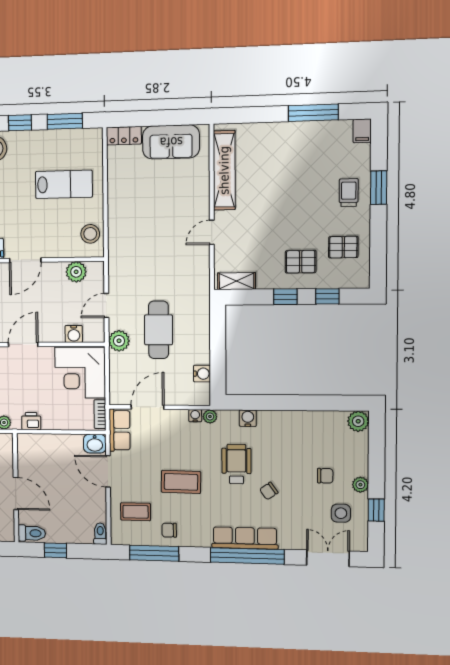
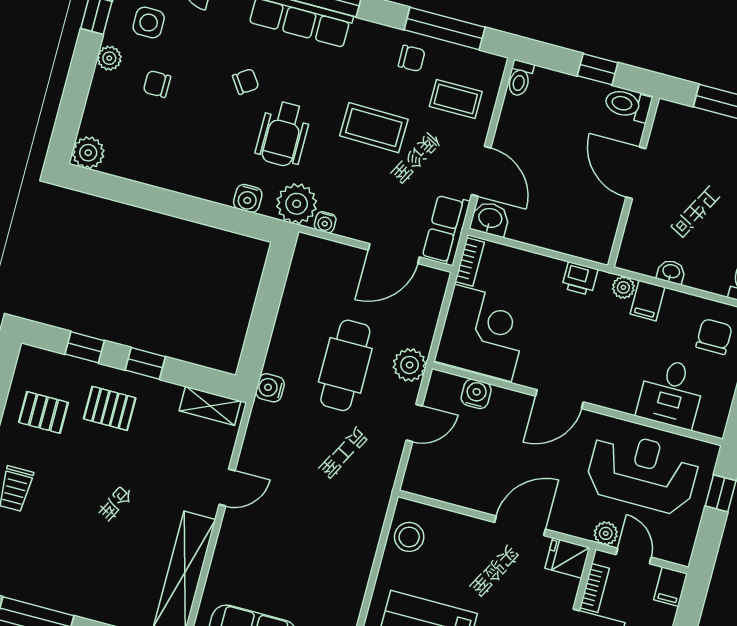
plant: (76, 272) -> (446, 486), removed
water cooler: (202, 374) -> (270, 388), moved
plant: (210, 416) -> (297, 204), width x1.88, depth x1.88

